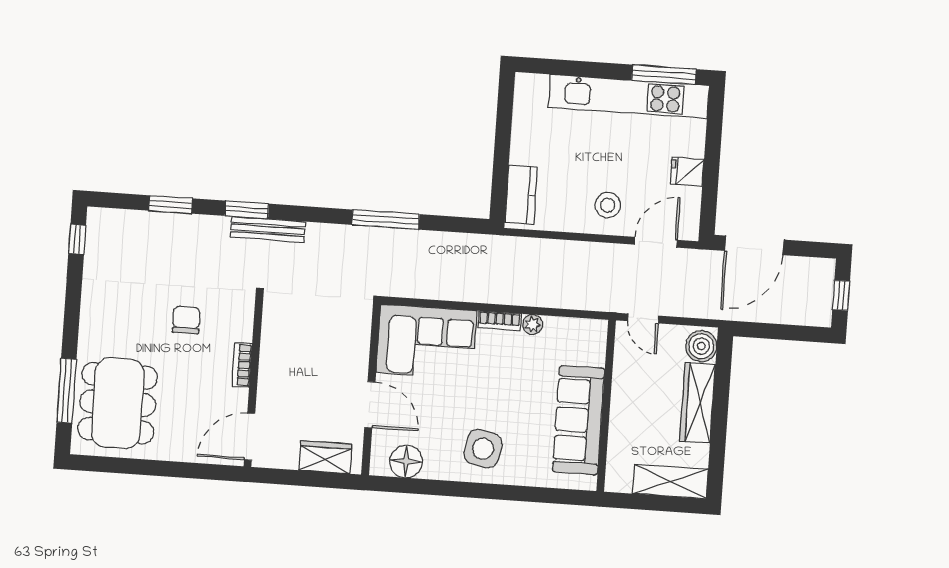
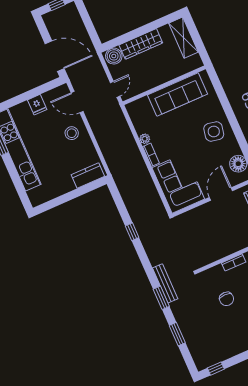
window: (386, 220) -> (132, 232), width x0.46
chair: (186, 320) -> (227, 299), turned -90

